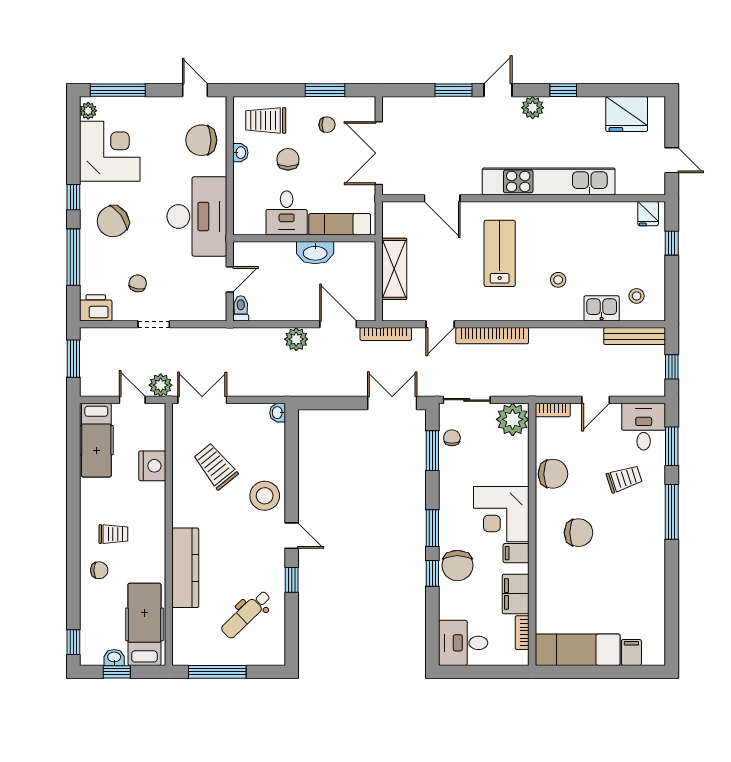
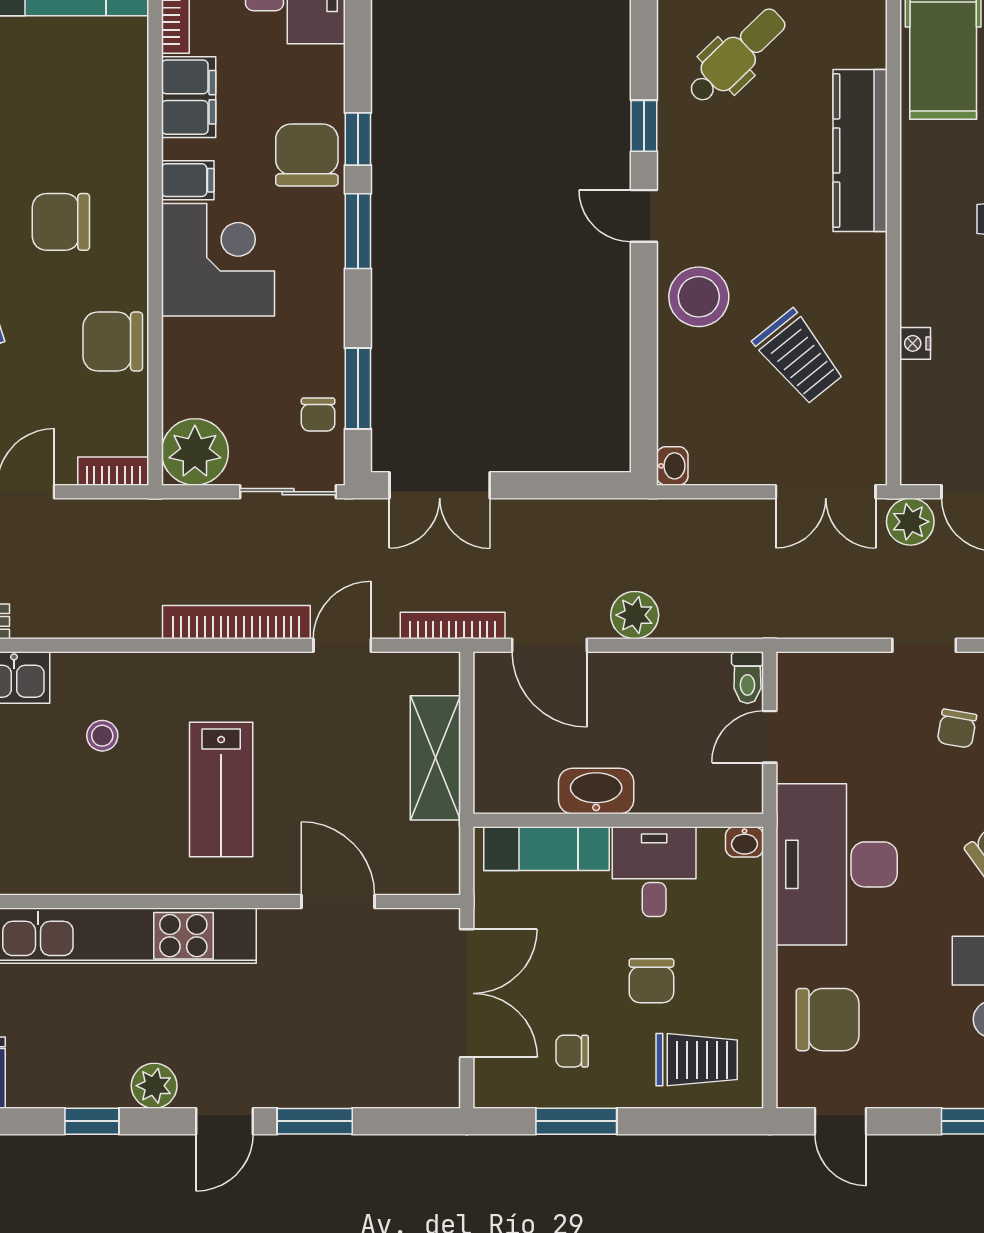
washbasin: (240, 153) -> (744, 842), moved, turned -90
nightstand: (152, 466) -> (915, 343), width x0.53, depth x0.56

